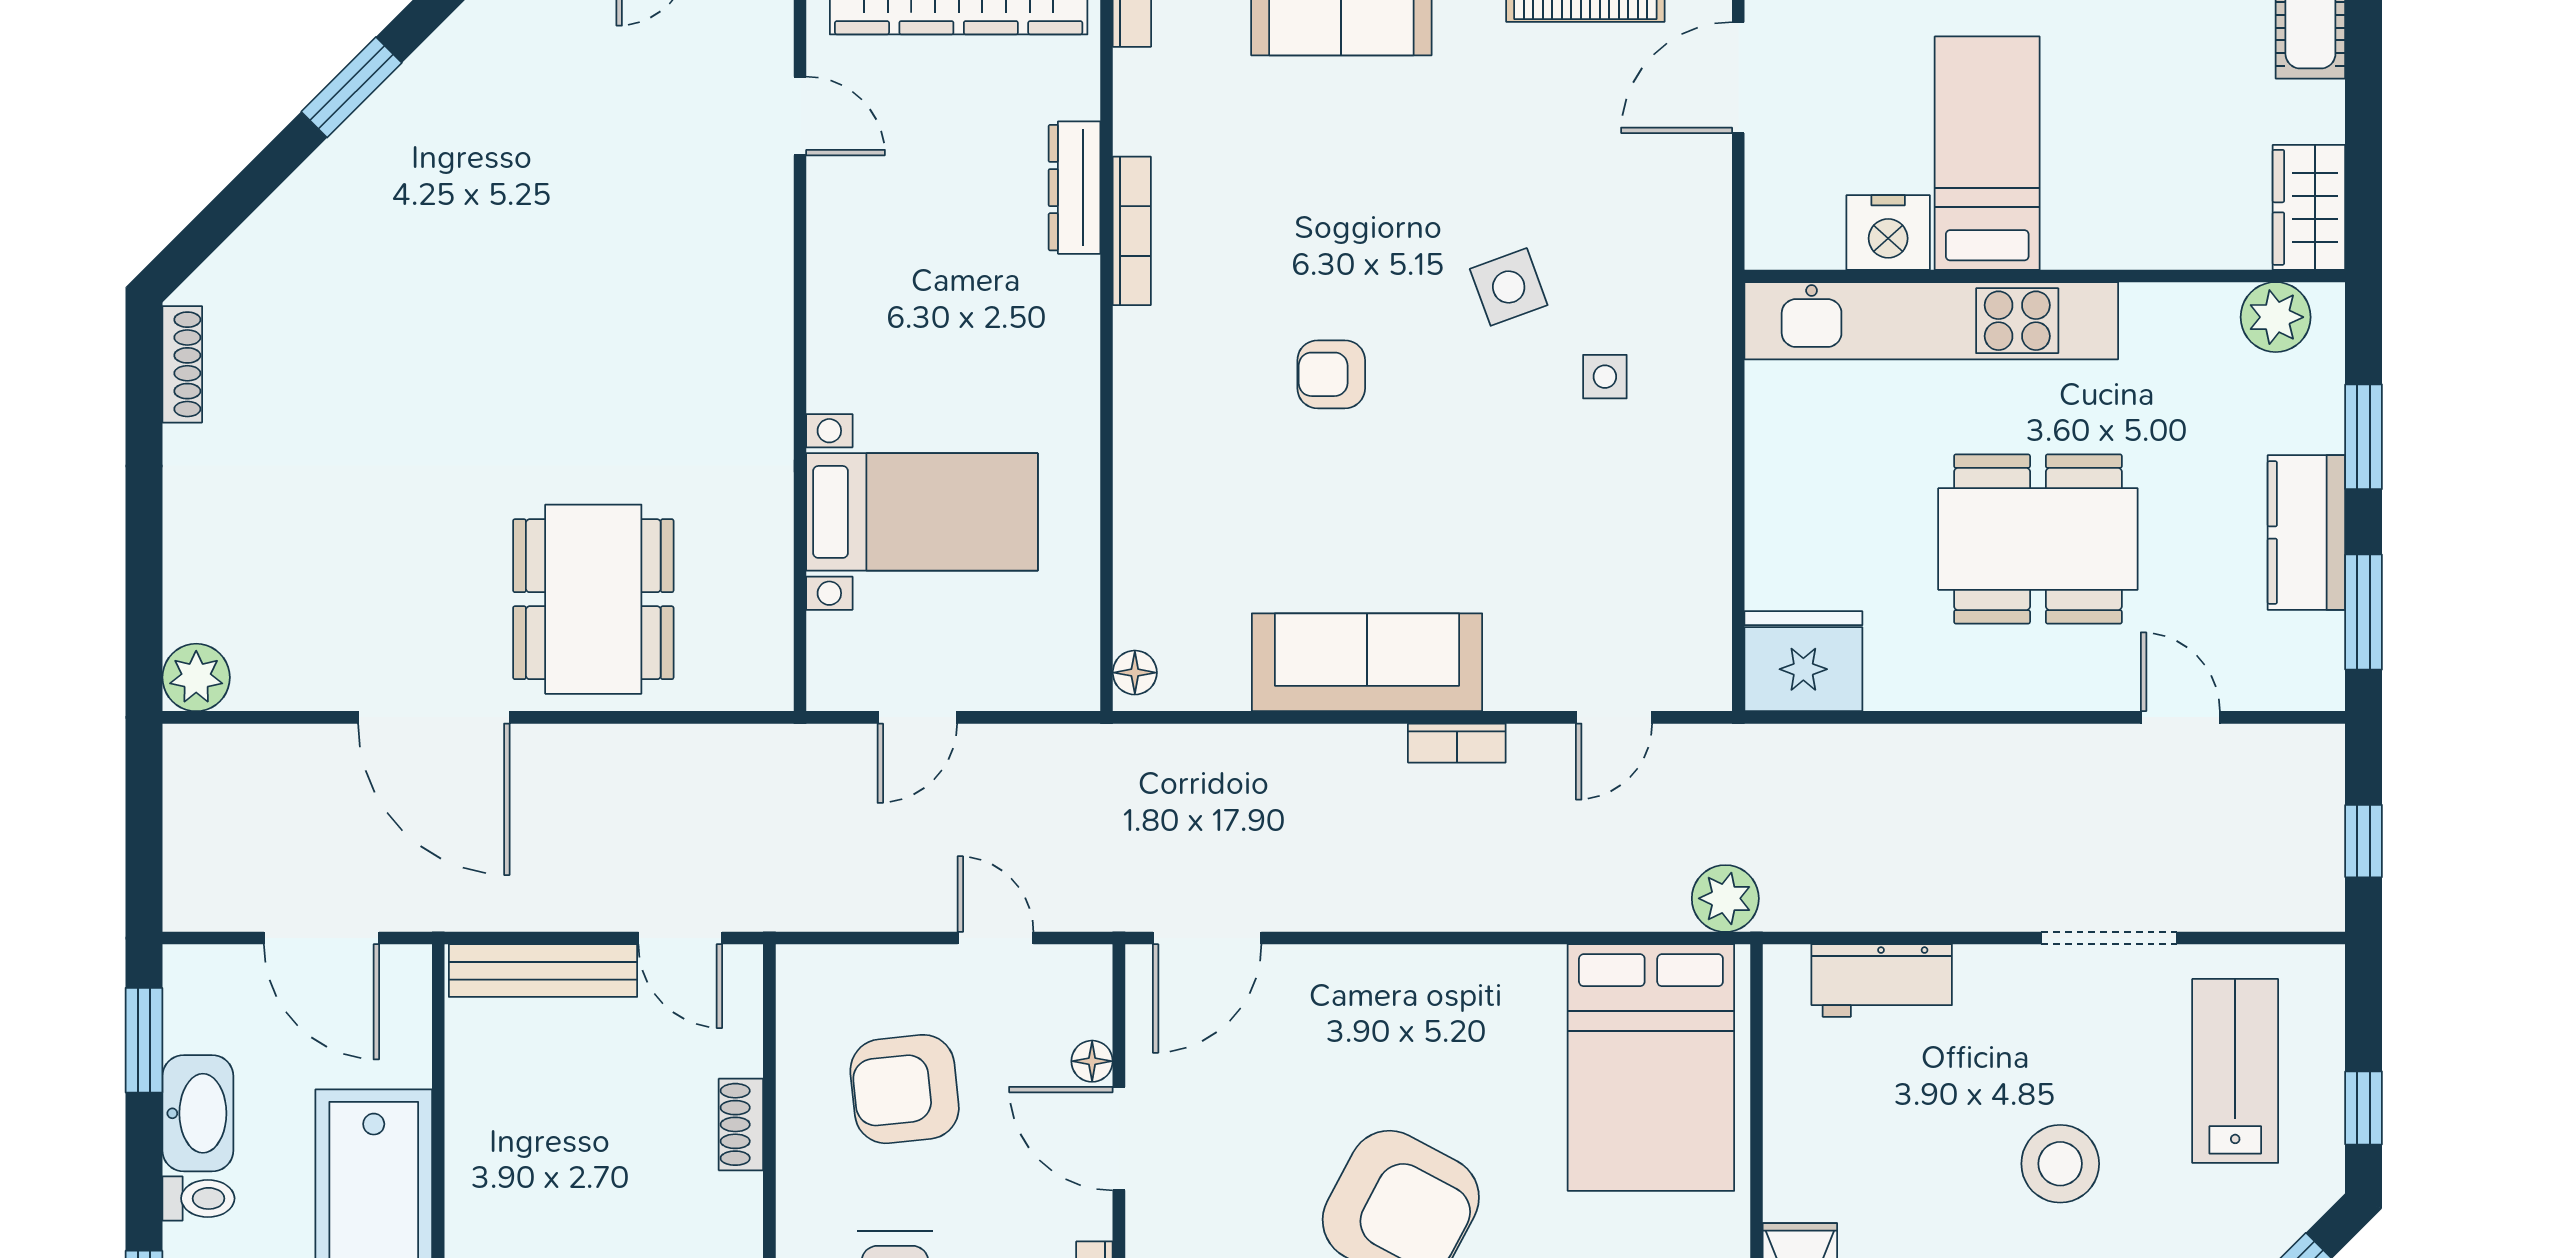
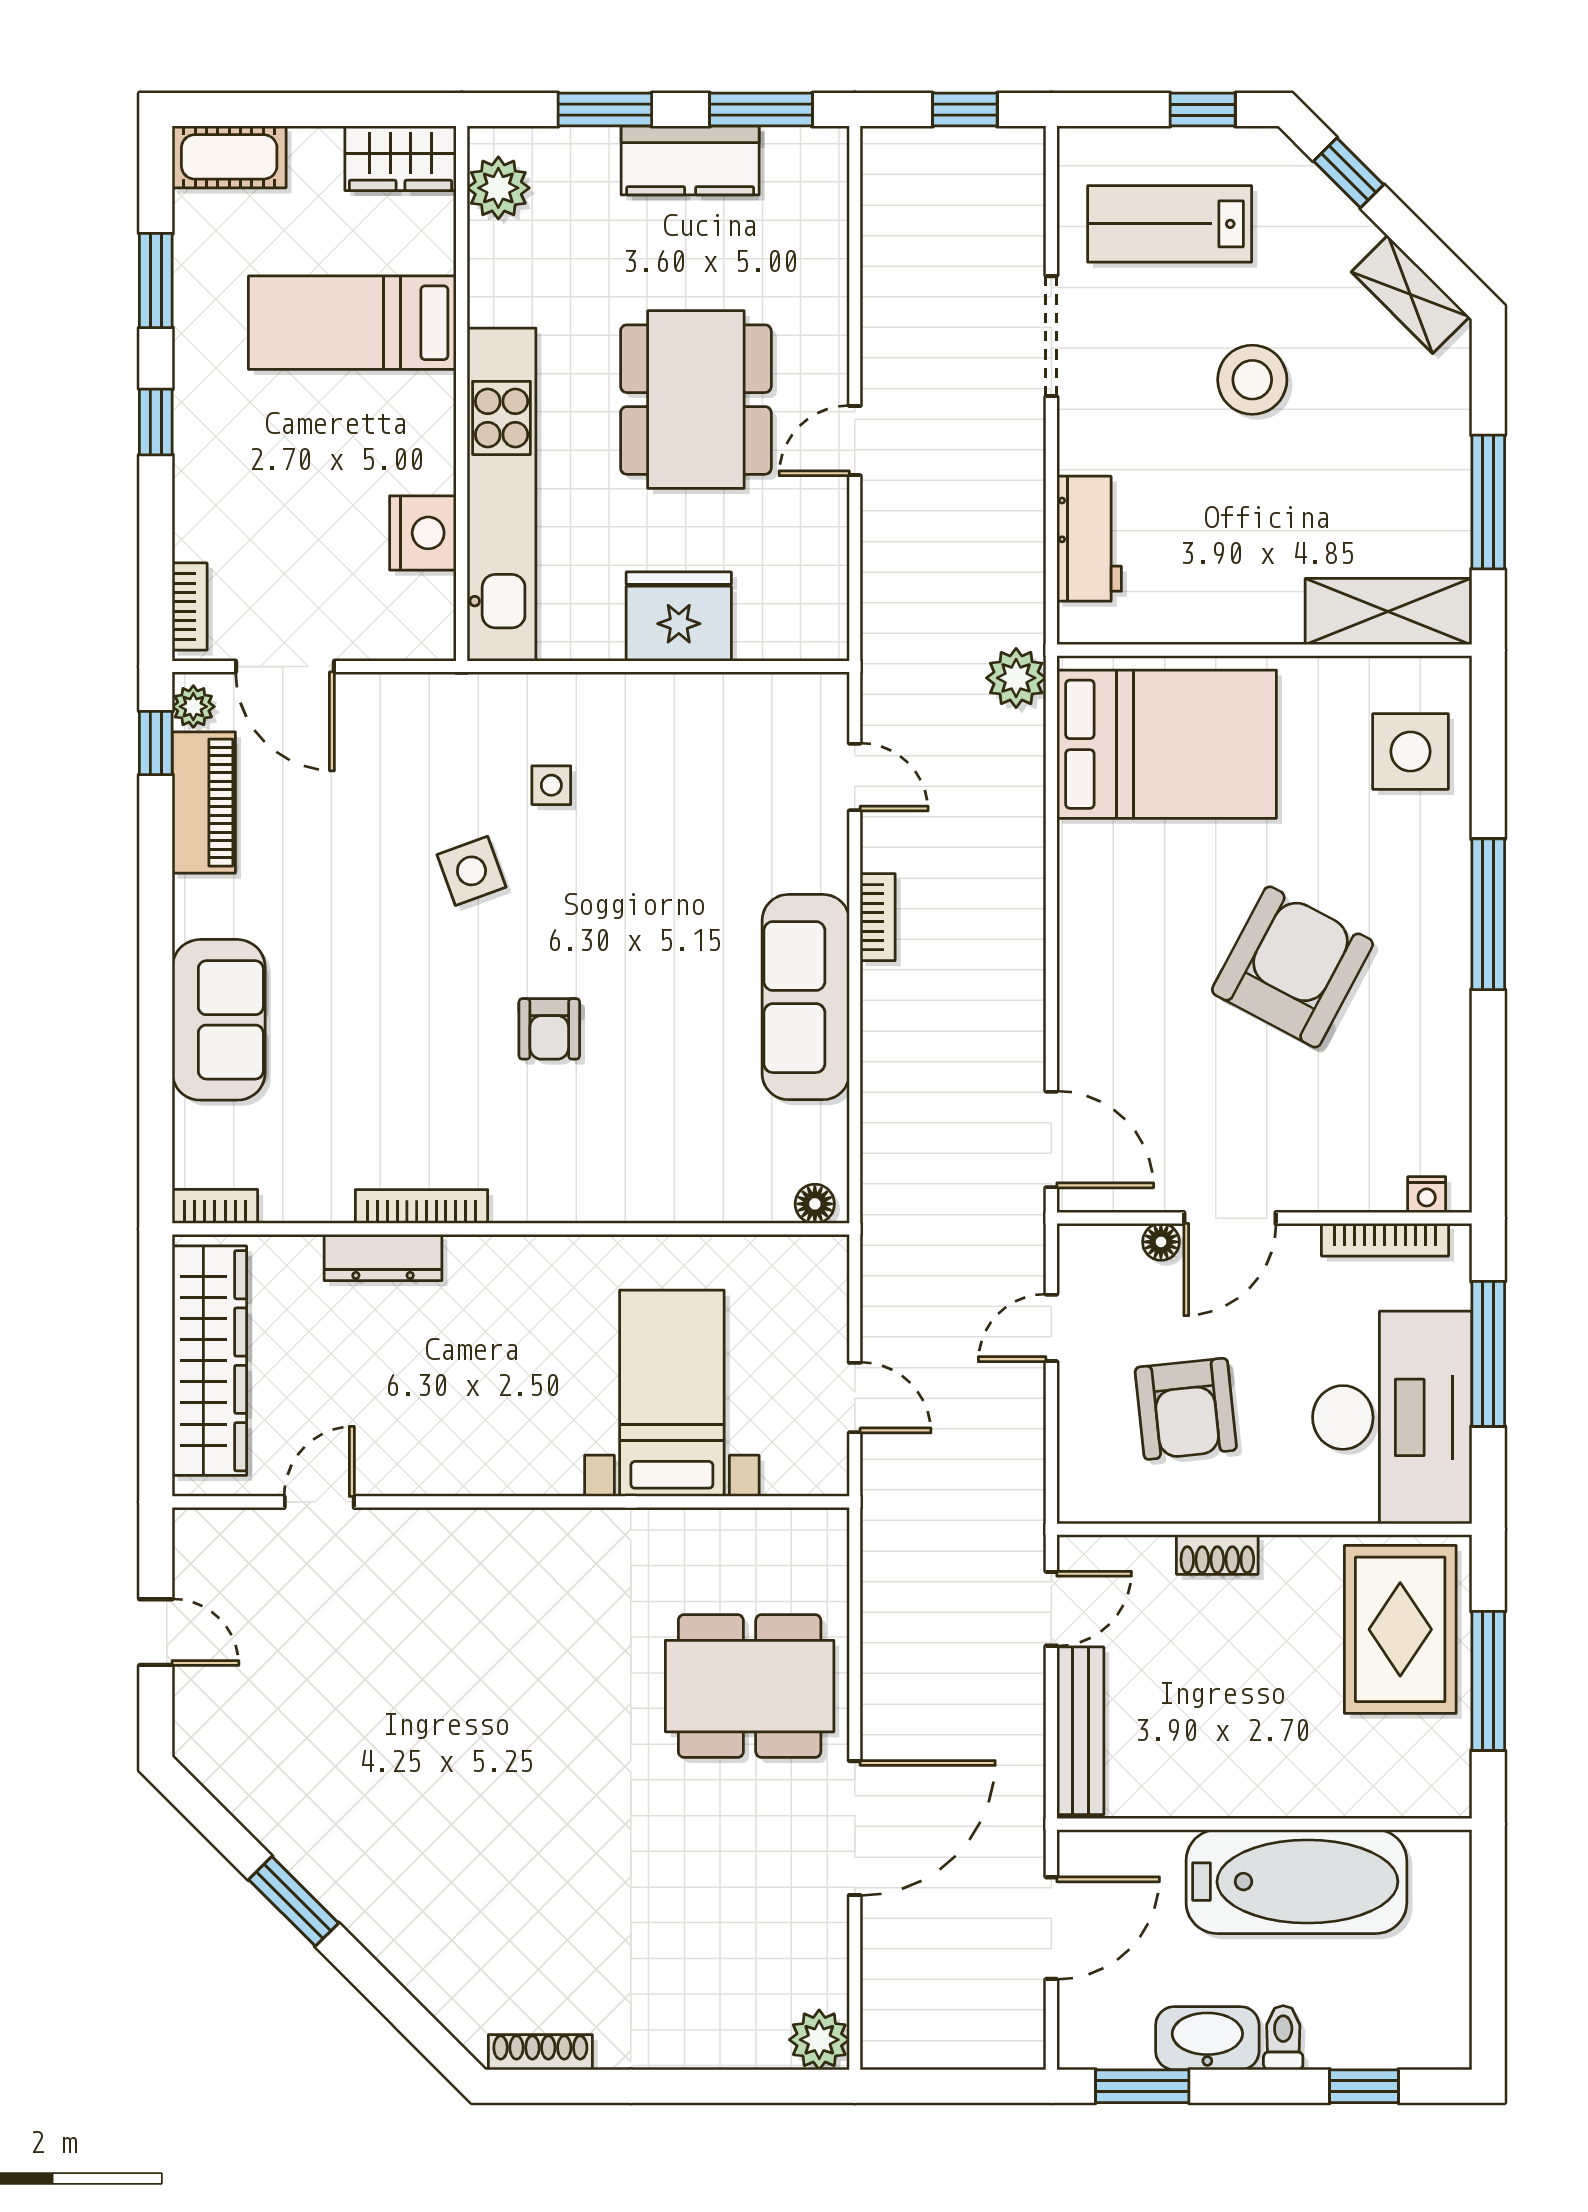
bed: (1987, 153) -> (352, 323), moved
fridge: (1803, 661) -> (679, 617), moved, turned 90
door: (2180, 717) -> (855, 441), moved

